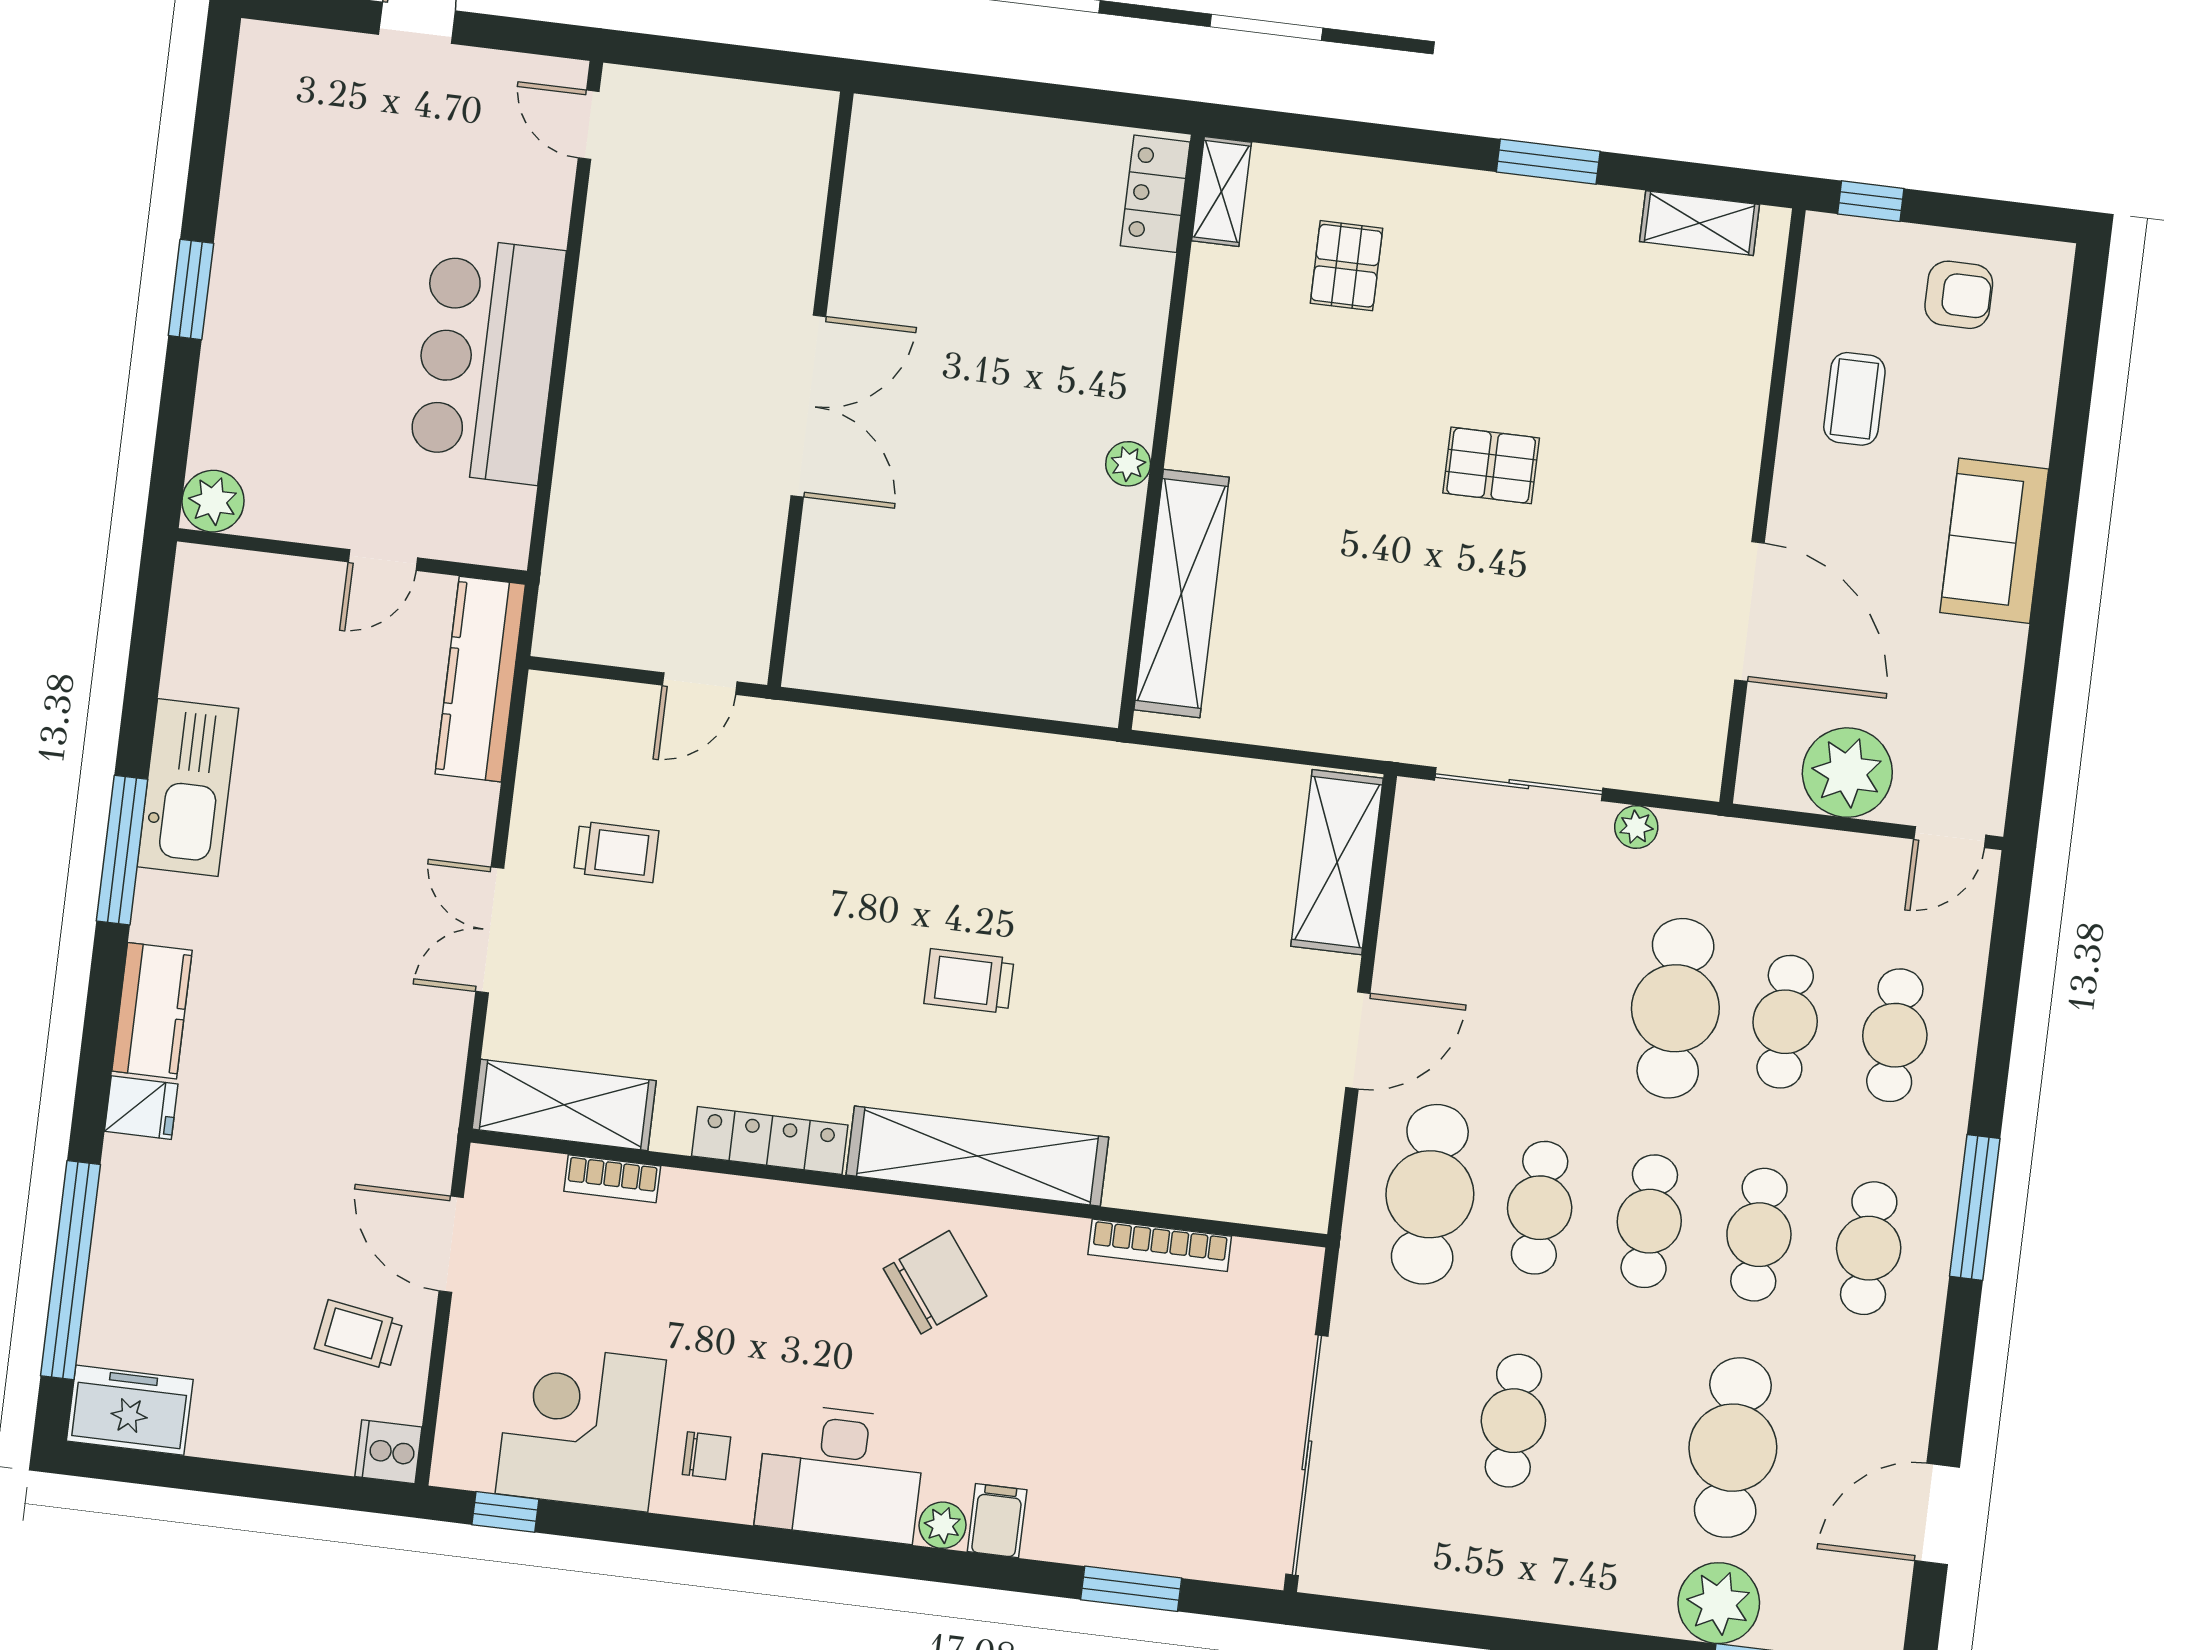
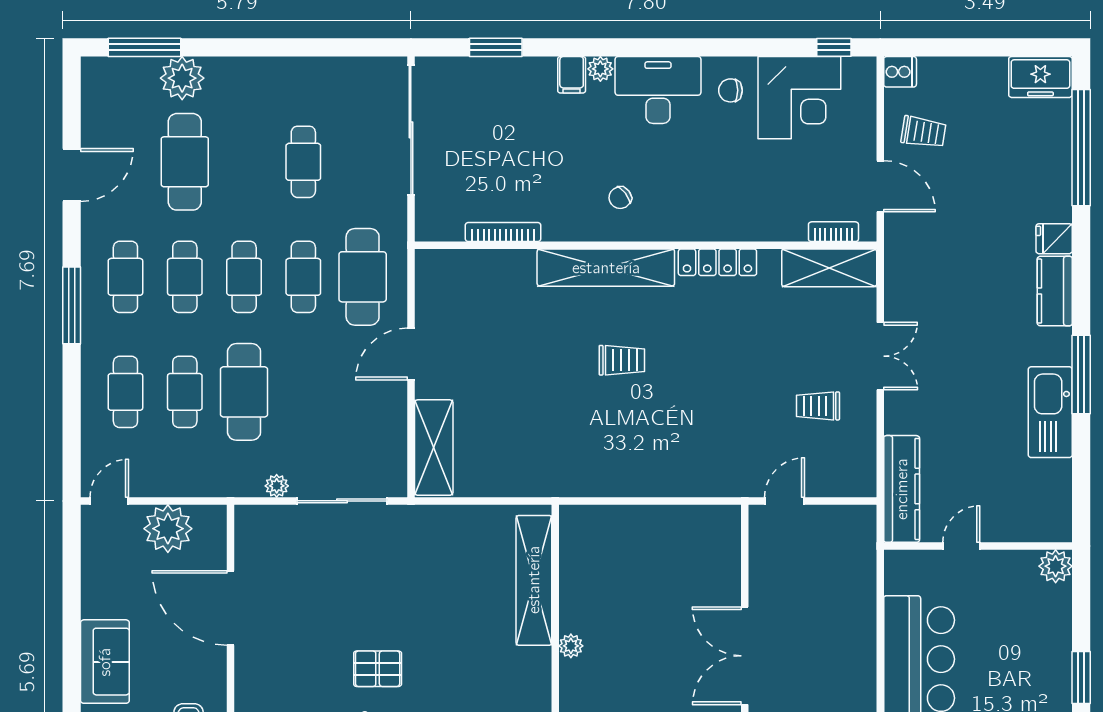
bookcase: (612, 1179) -> (833, 232), moved
chair: (935, 1282) -> (620, 198), width x0.54, depth x0.54
door: (1937, 1514) -> (72, 175), moved

